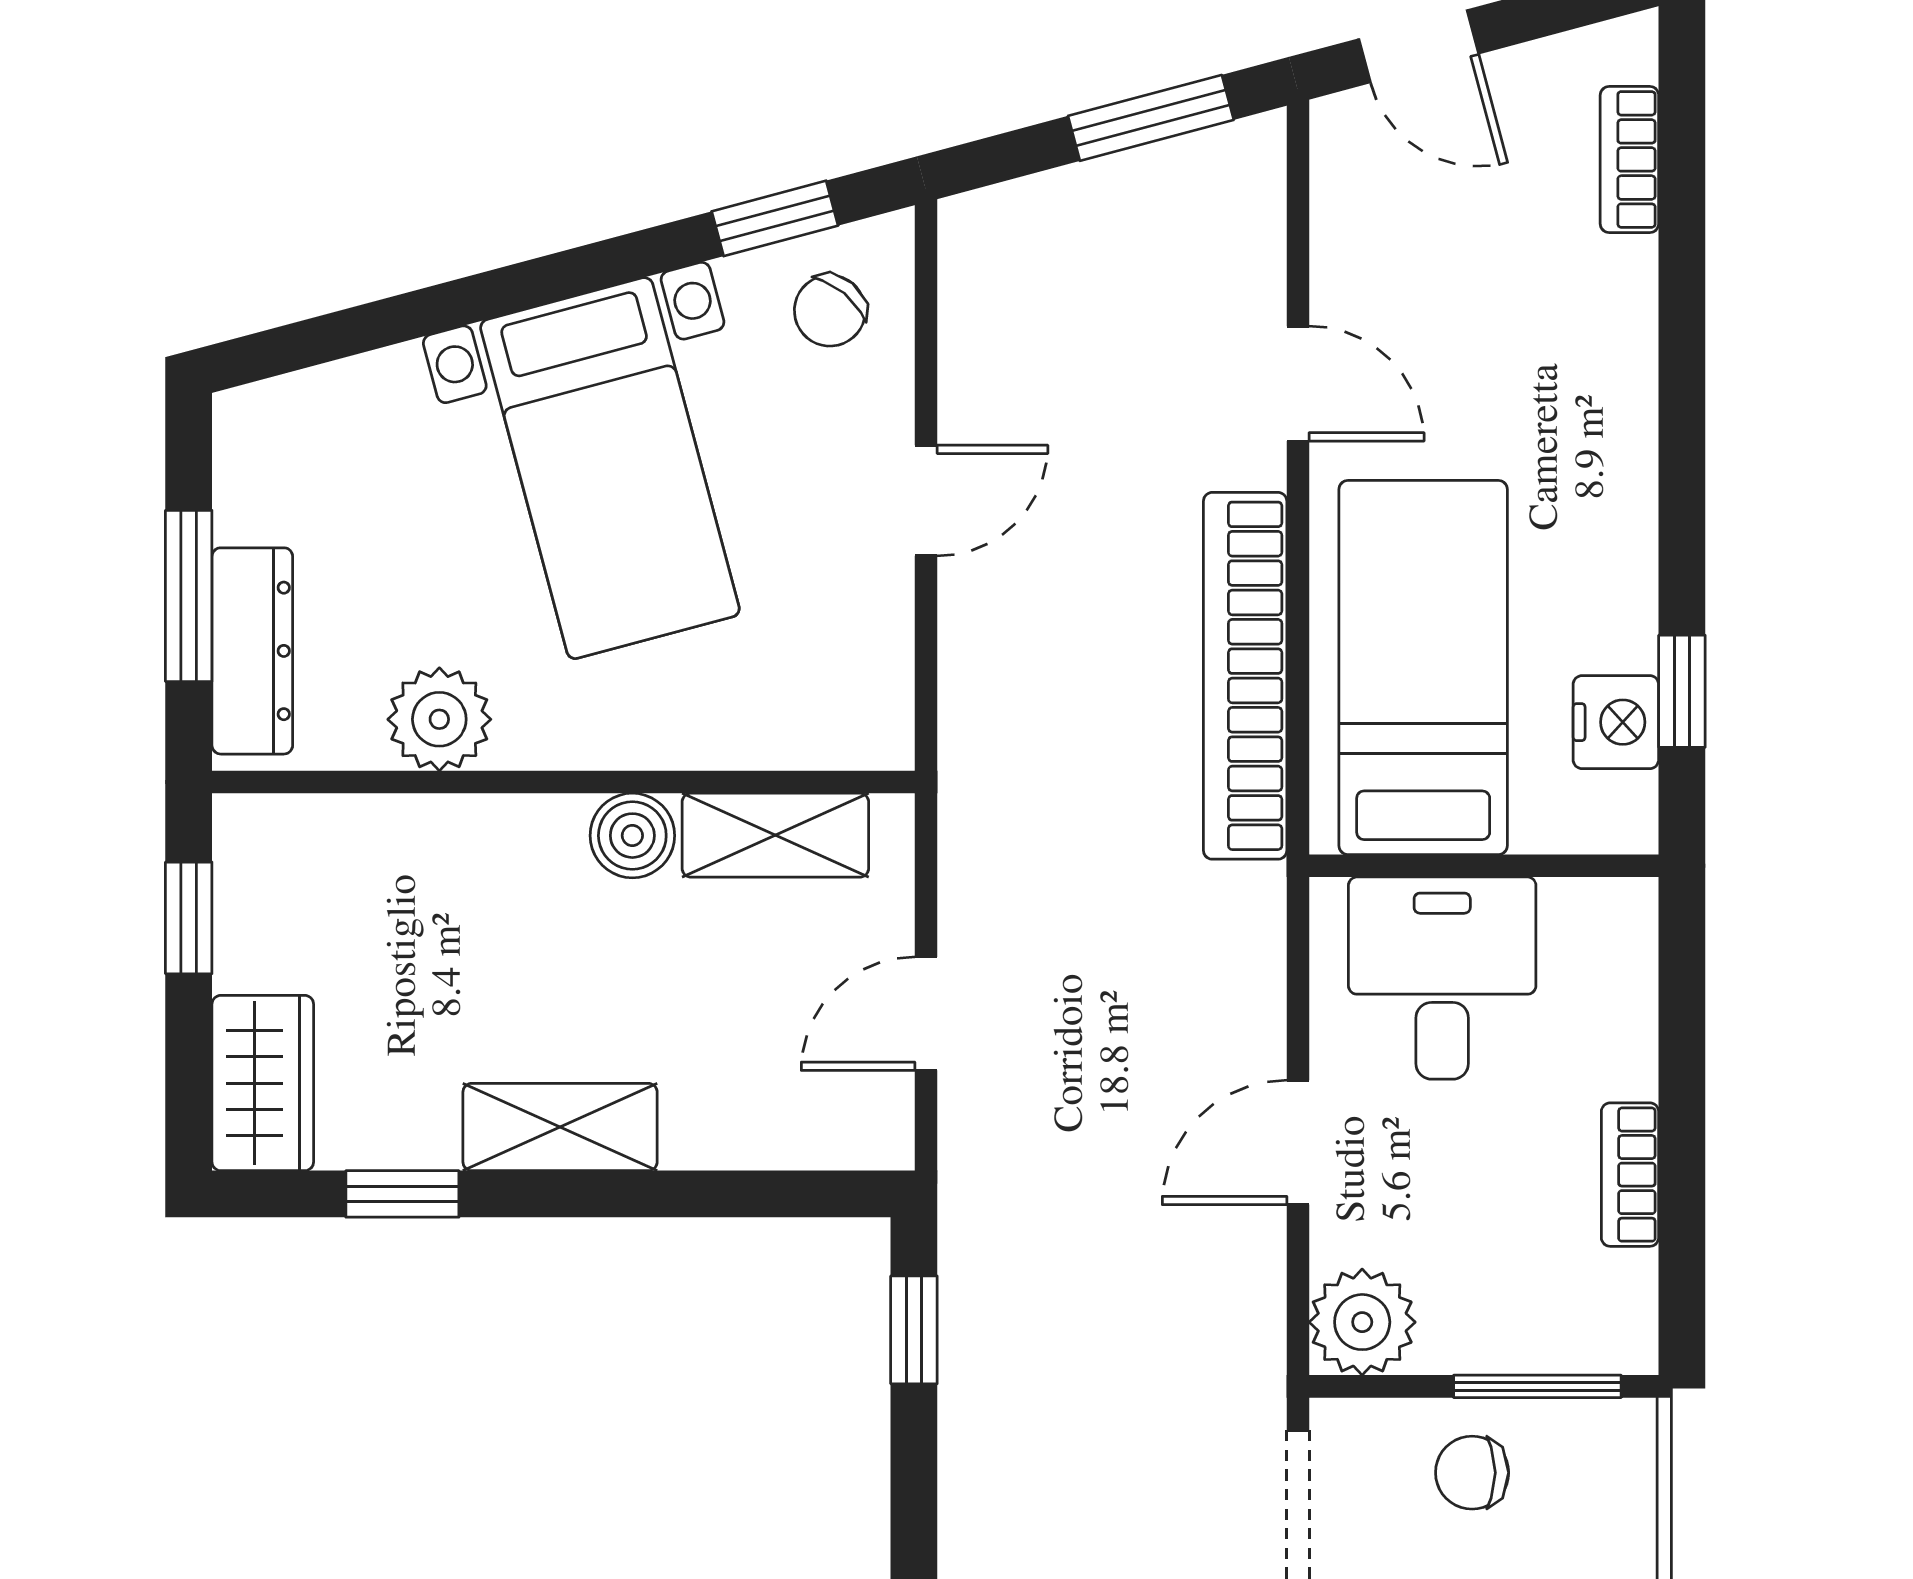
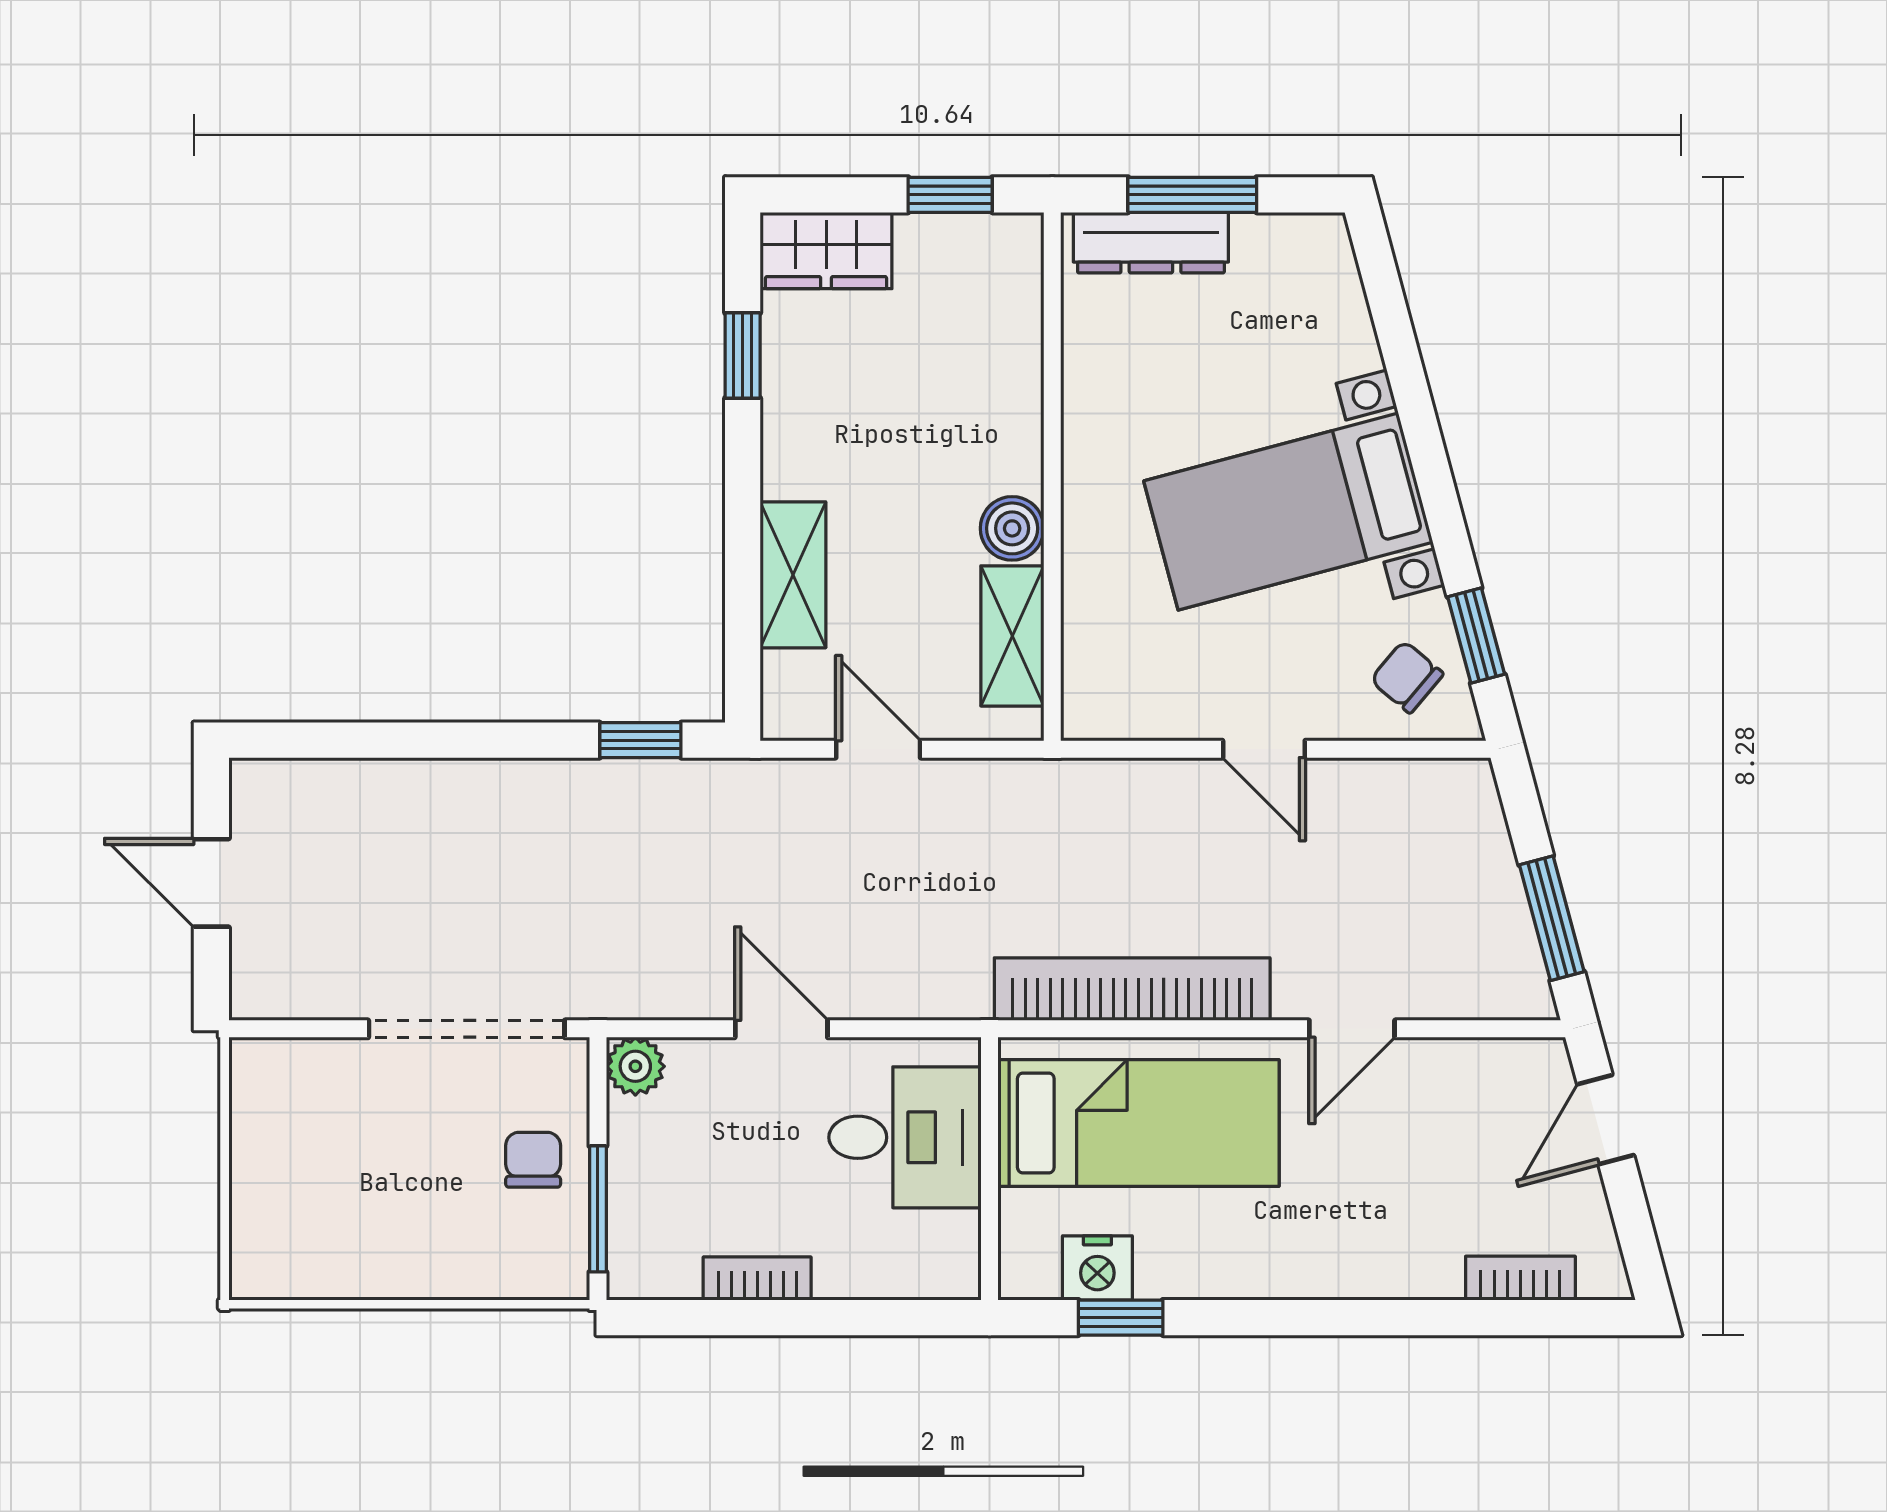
plant: (439, 719) -> (1100, 383), removed
shelving: (560, 1127) -> (793, 575), moved
plant: (1362, 1322) -> (635, 1066), width x0.73, depth x0.73

